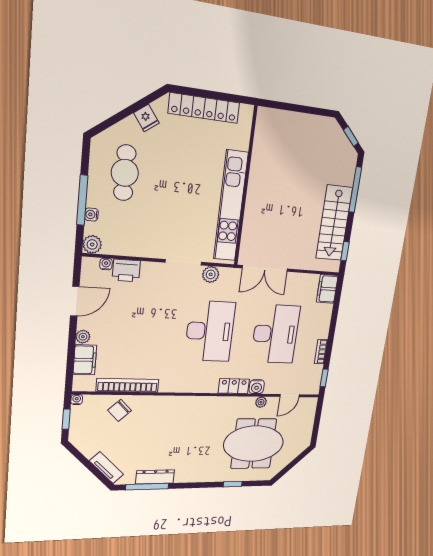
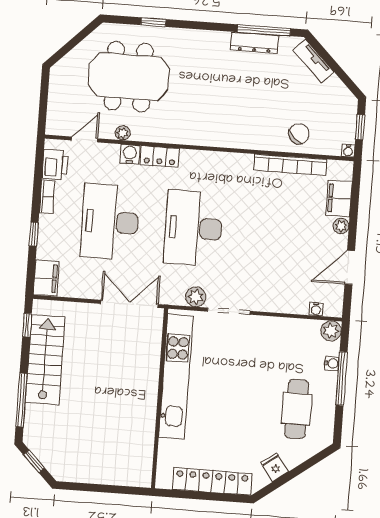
printer: (126, 270) -> (55, 165), moved, turned 90
window: (324, 378) -> (34, 234), moved

